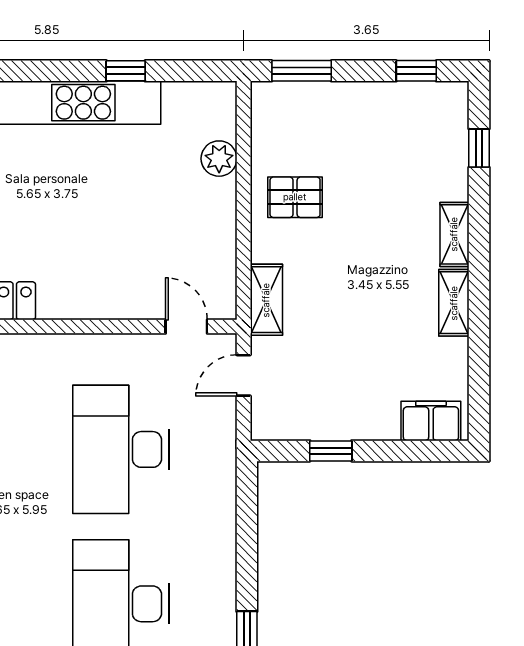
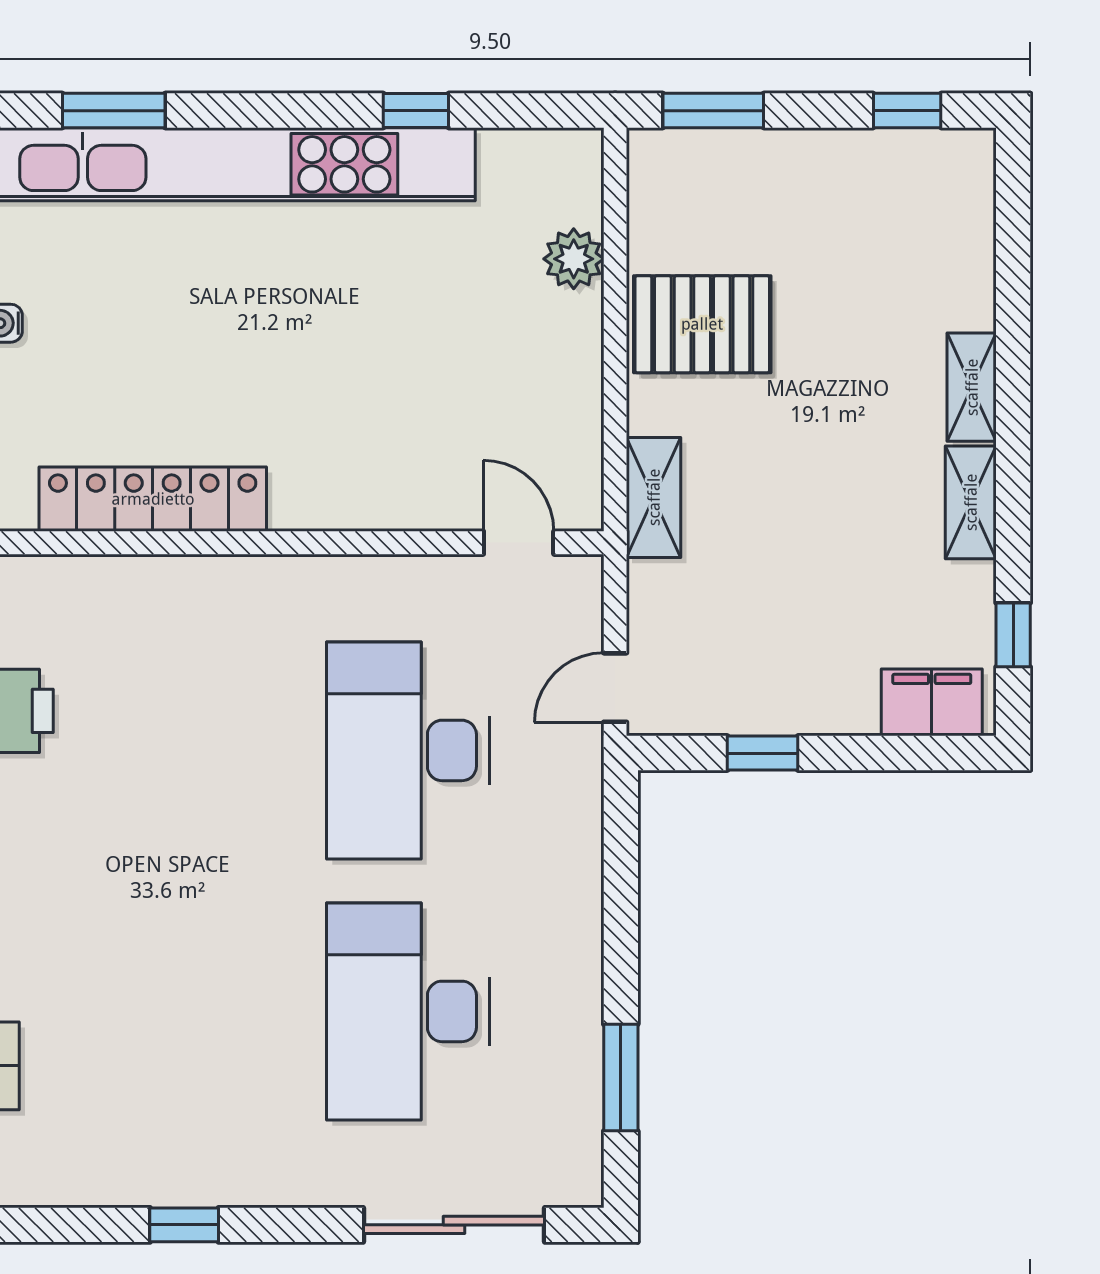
window: (479, 148) -> (1013, 635), moved
pallet: (295, 197) -> (702, 324), width x1.50, depth x1.42
door: (244, 375) -> (615, 688), moved

